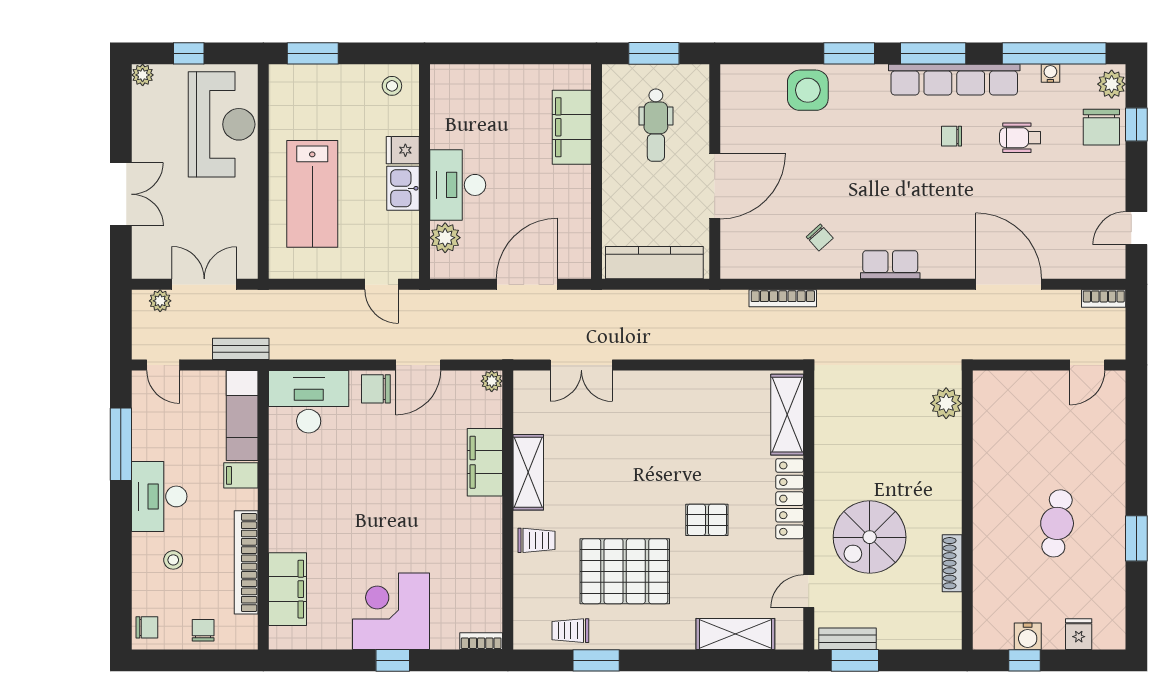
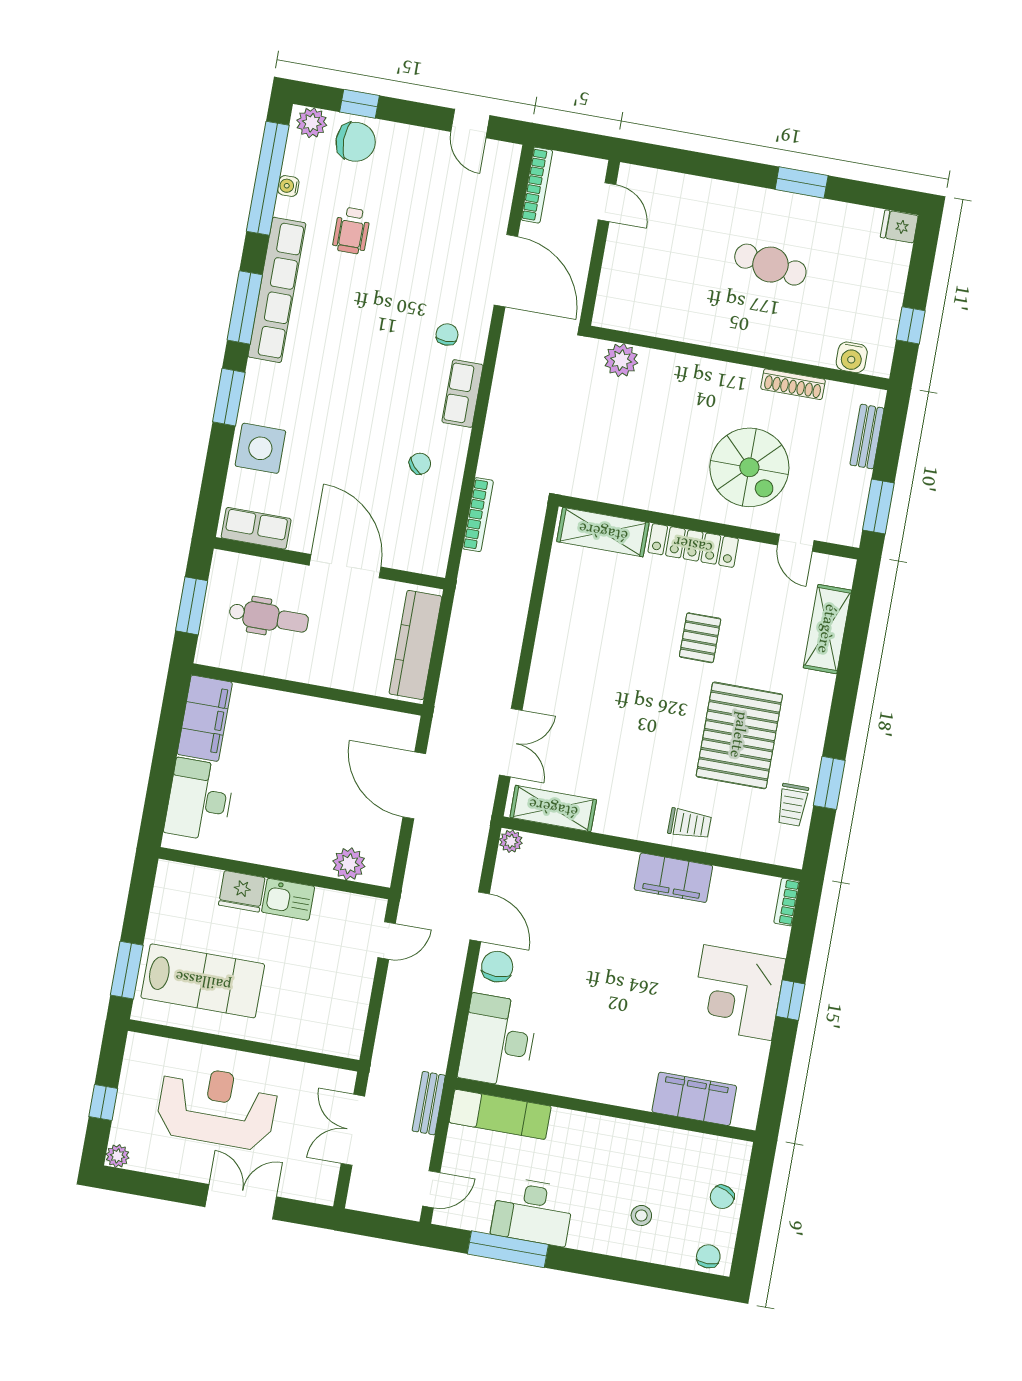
stool: (392, 86) -> (177, 892), removed
row of seats: (735, 99) -> (256, 528), added
reception desk: (222, 124) -> (217, 1107), moved
filing cabinet: (572, 127) -> (205, 718), moved, turned -90
chair: (952, 136) -> (447, 335), moved, turned 180
fridge: (403, 150) -> (242, 891), width x1.38
desk: (458, 185) -> (200, 800), moved, turned 90
lab bench: (312, 194) -> (203, 981), moved
door: (1009, 284) -> (506, 271), swing flipped
bookcase: (1104, 299) -> (537, 185), width x1.56
plant: (160, 301) -> (362, 1180), removed
chair: (376, 389) -> (497, 967), turned 180
filing cabinet: (485, 462) -> (673, 878), moved
shelving: (528, 472) -> (553, 808), moved
filing cabinet: (241, 475) -> (564, 1127), removed
desk: (159, 496) -> (533, 1212), moved
trolley: (536, 540) -> (690, 824), turned 90
bookcase: (246, 562) -> (658, 1138), removed
chair: (203, 630) -> (722, 1197), turned -66
fridge: (1079, 634) -> (899, 226), moved
water cooler: (1028, 636) -> (852, 357), moved, turned 90
bench: (847, 639) -> (867, 437), moved

